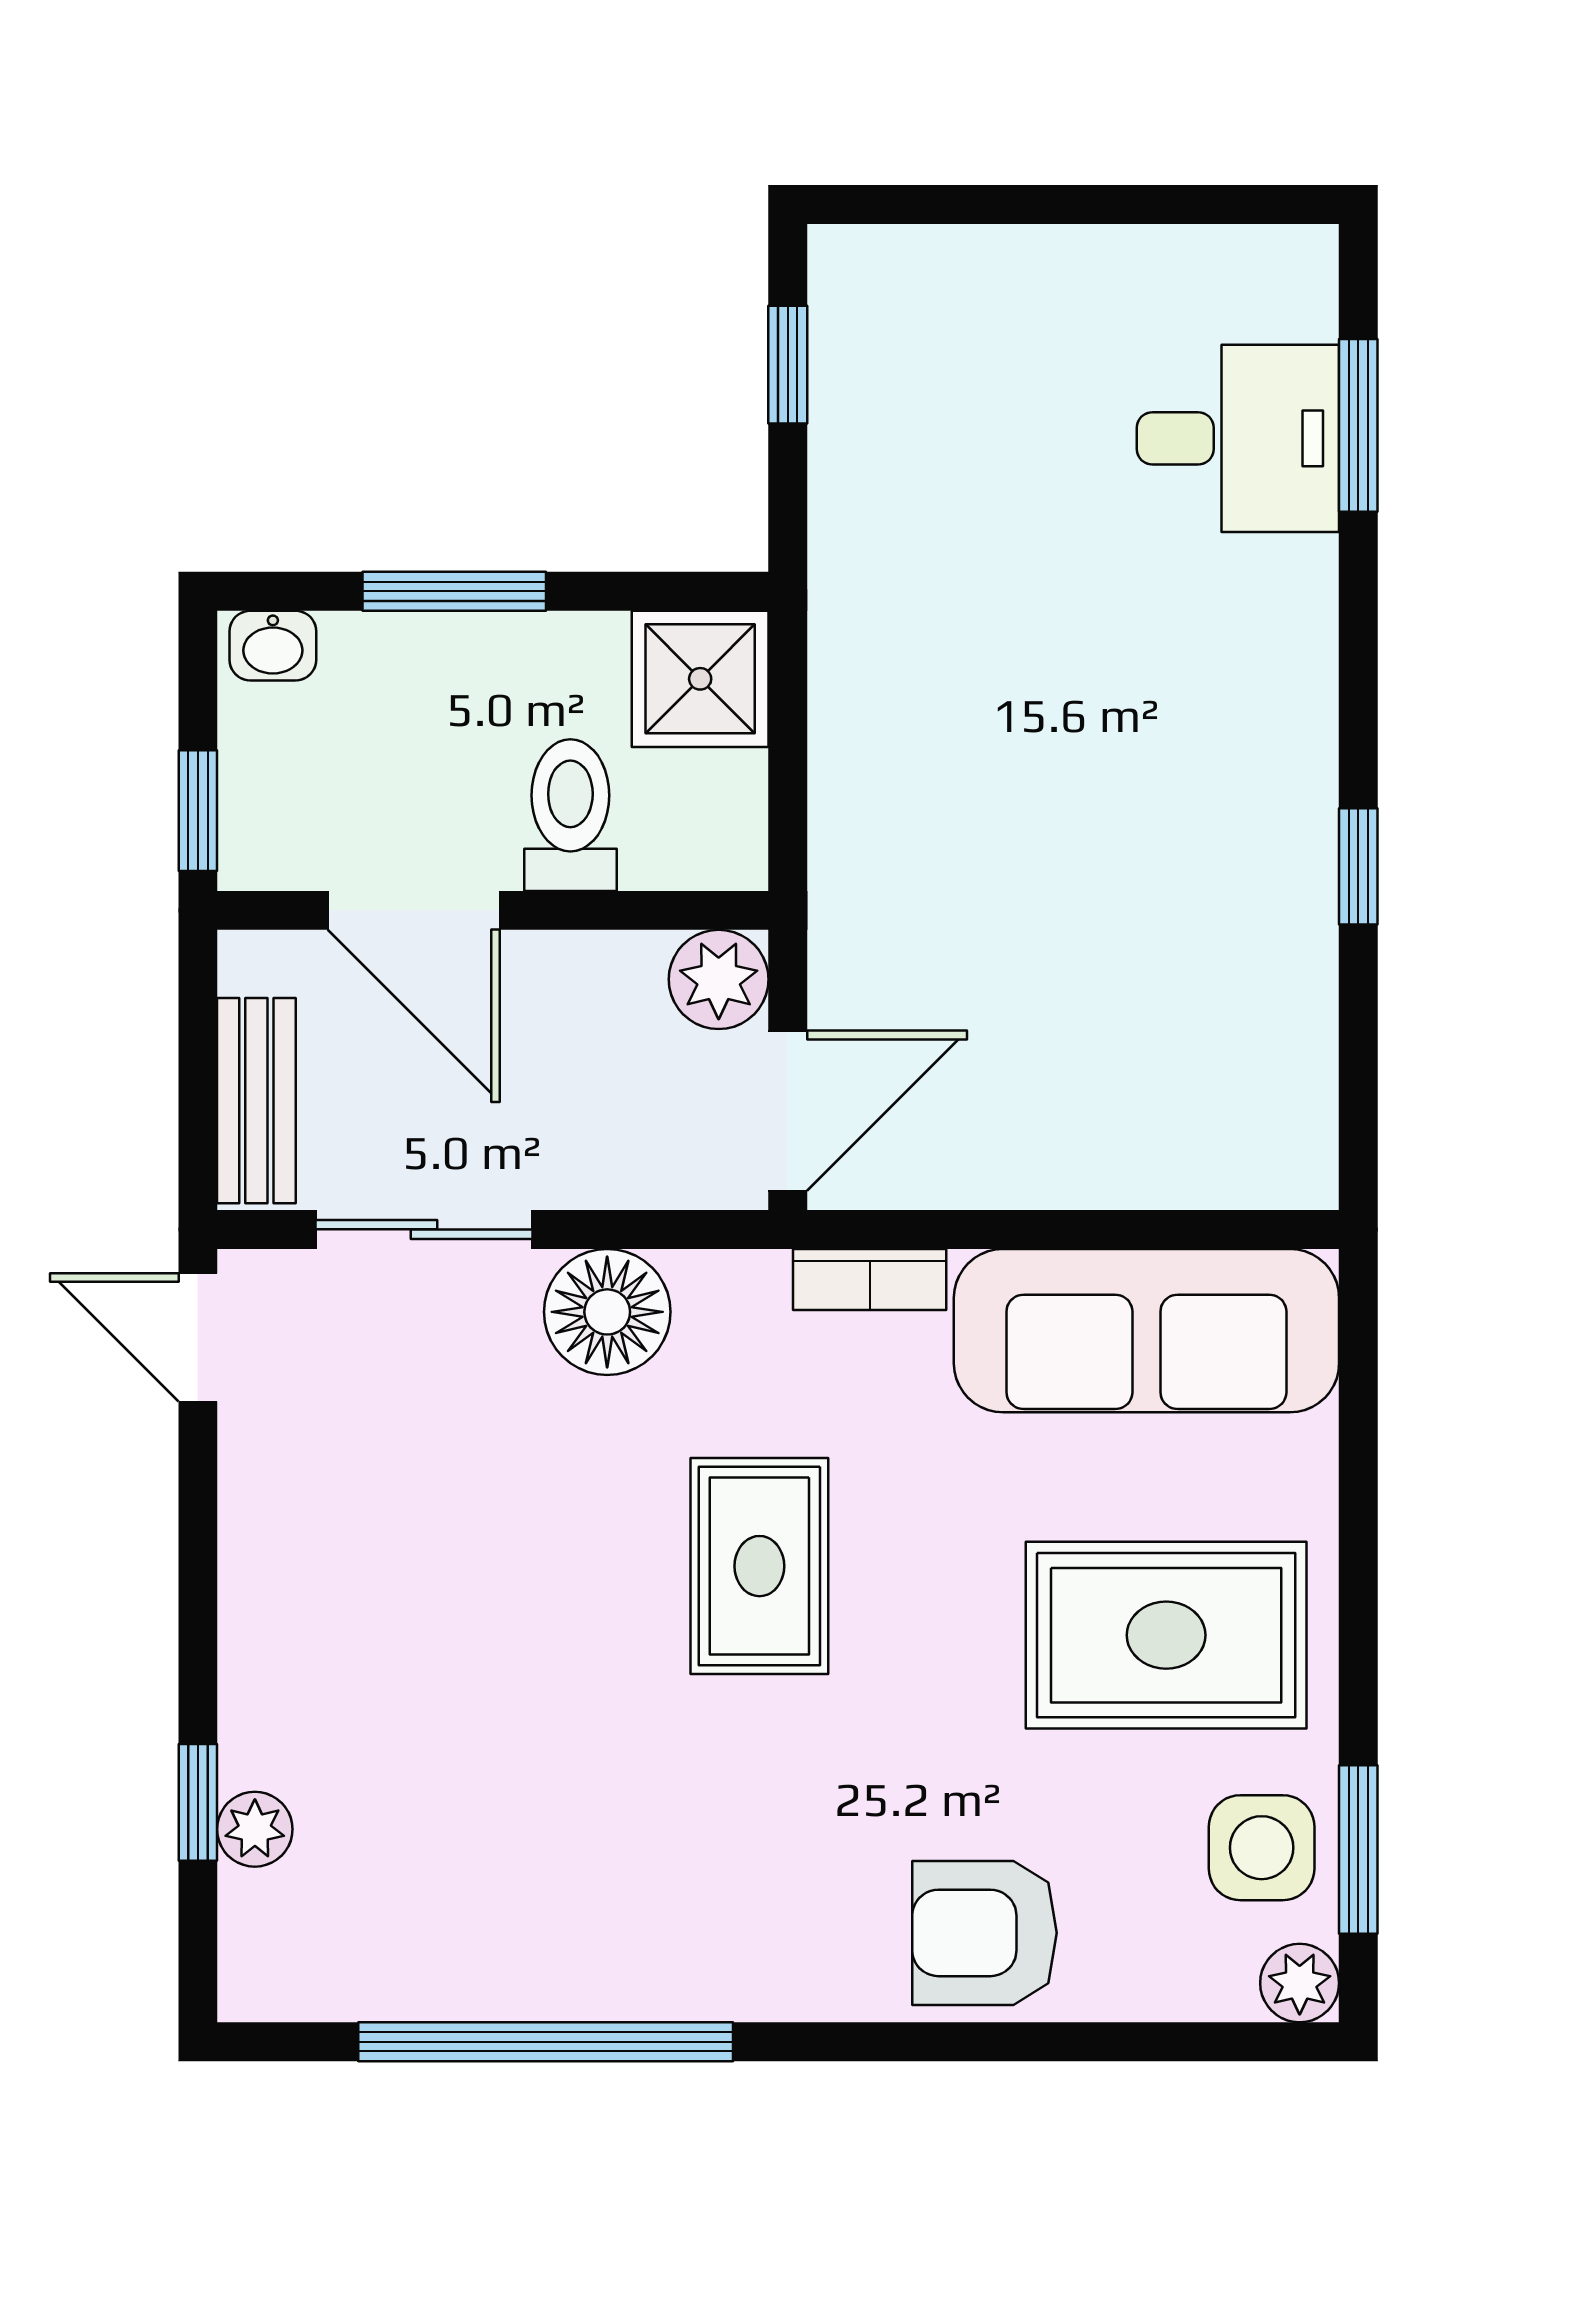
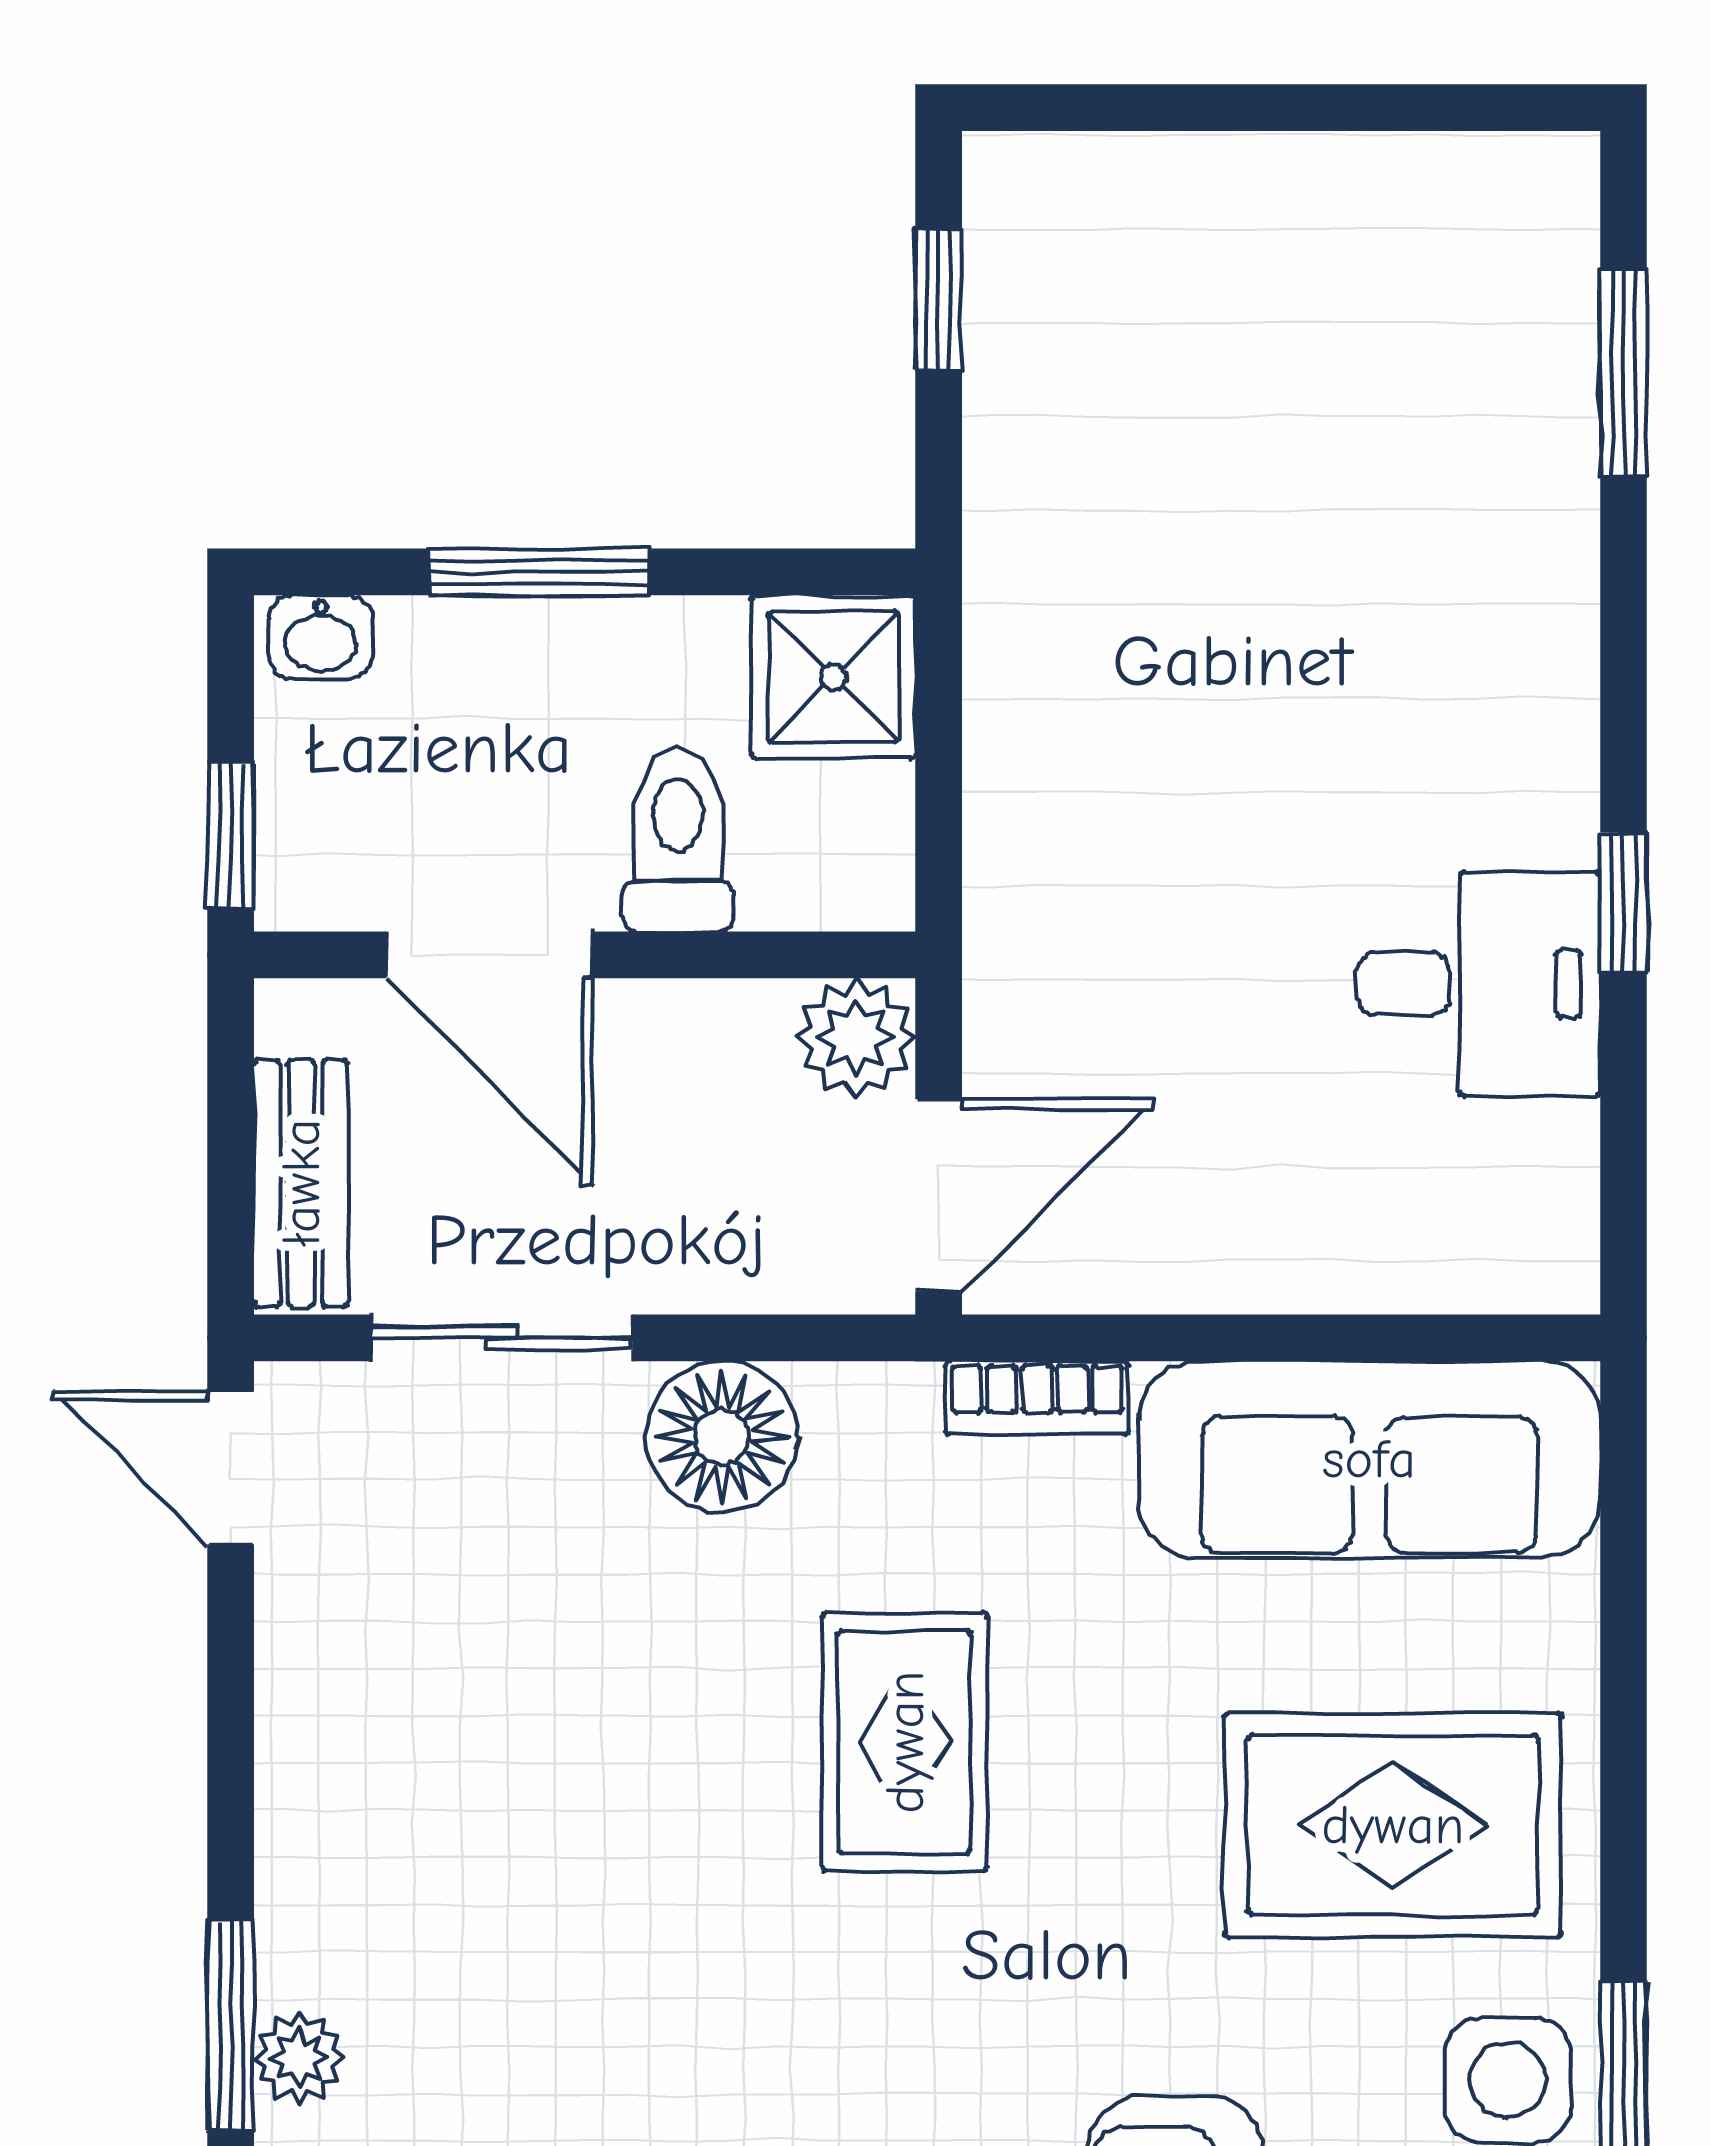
desk: (1238, 438) -> (1479, 984), moved
window: (198, 1802) -> (231, 2026), width x1.50

